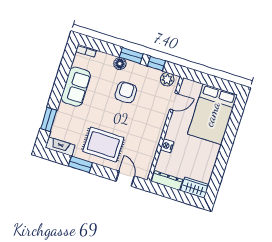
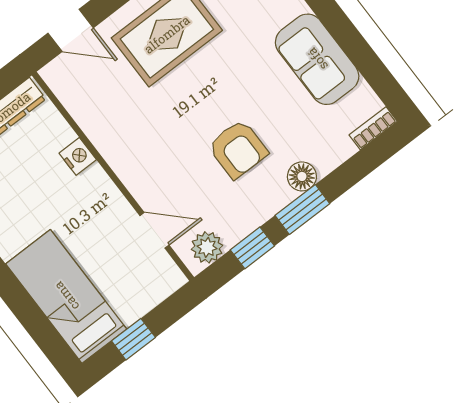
window: (217, 83) -> (133, 339), added
door: (174, 102) -> (154, 230), swing flipped
bed: (212, 114) -> (66, 296), width x0.67

